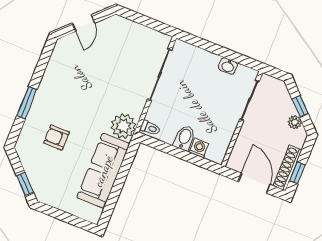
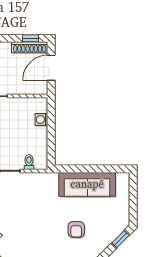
plant: (124, 126) -> (47, 183), removed
toilet: (150, 128) -> (29, 162), moved
bidet: (184, 138) -> (38, 133), removed

